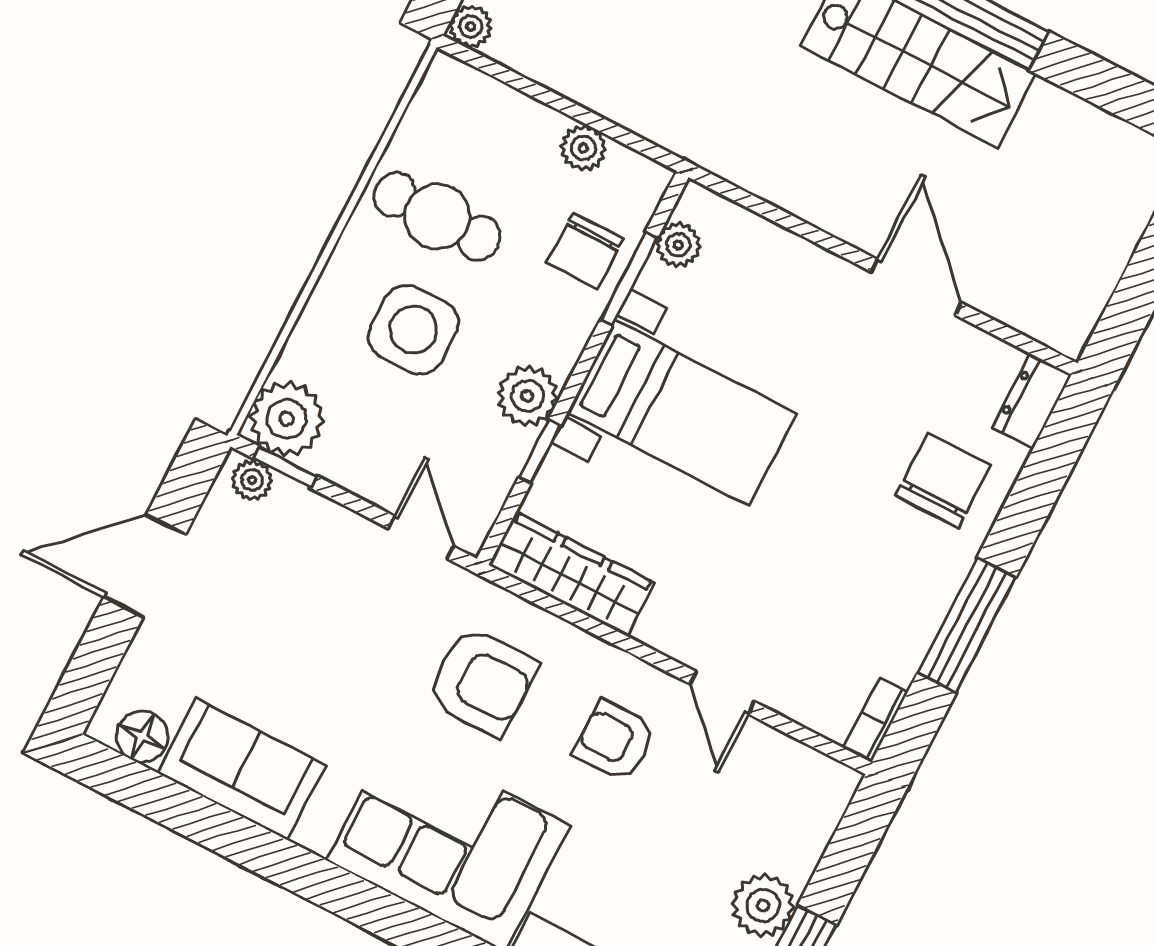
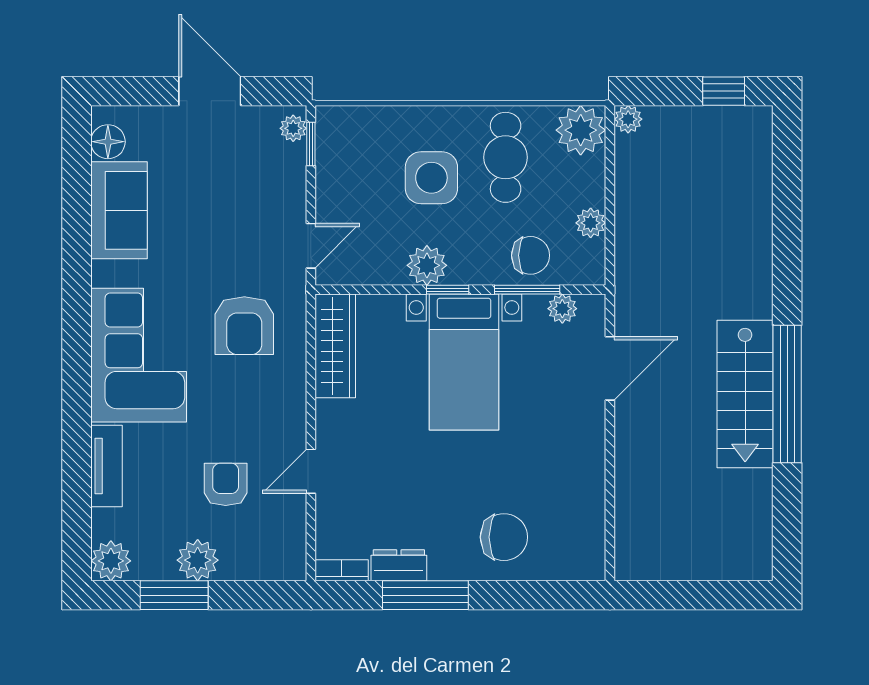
chair: (585, 251) -> (531, 255), turned 180
door: (916, 287) -> (610, 368), moved
dresser: (1032, 401) -> (399, 565), moved
plant: (287, 419) -> (581, 130), moved
window: (540, 452) -> (448, 290), moved
armchair: (615, 741) -> (226, 484), moved

